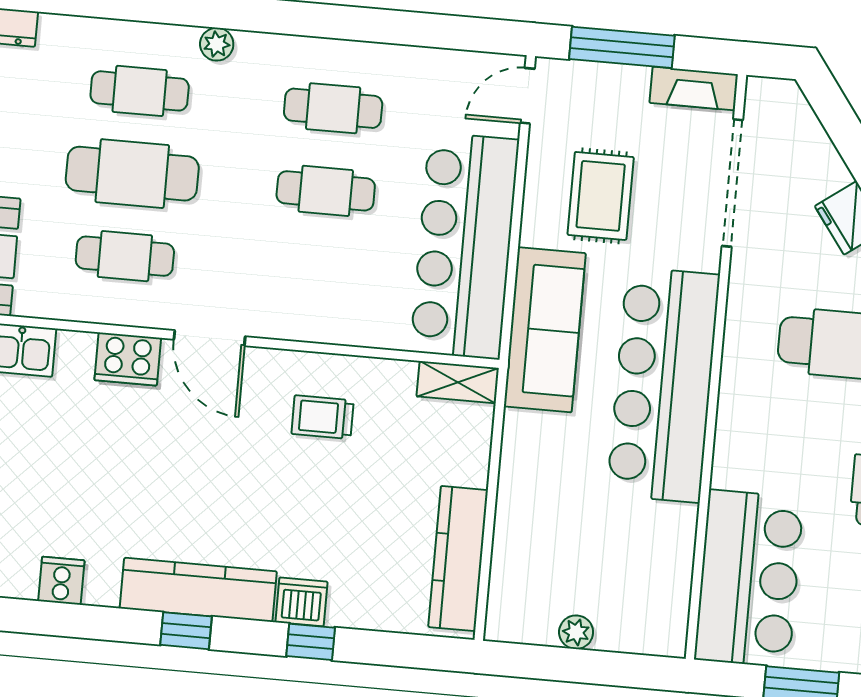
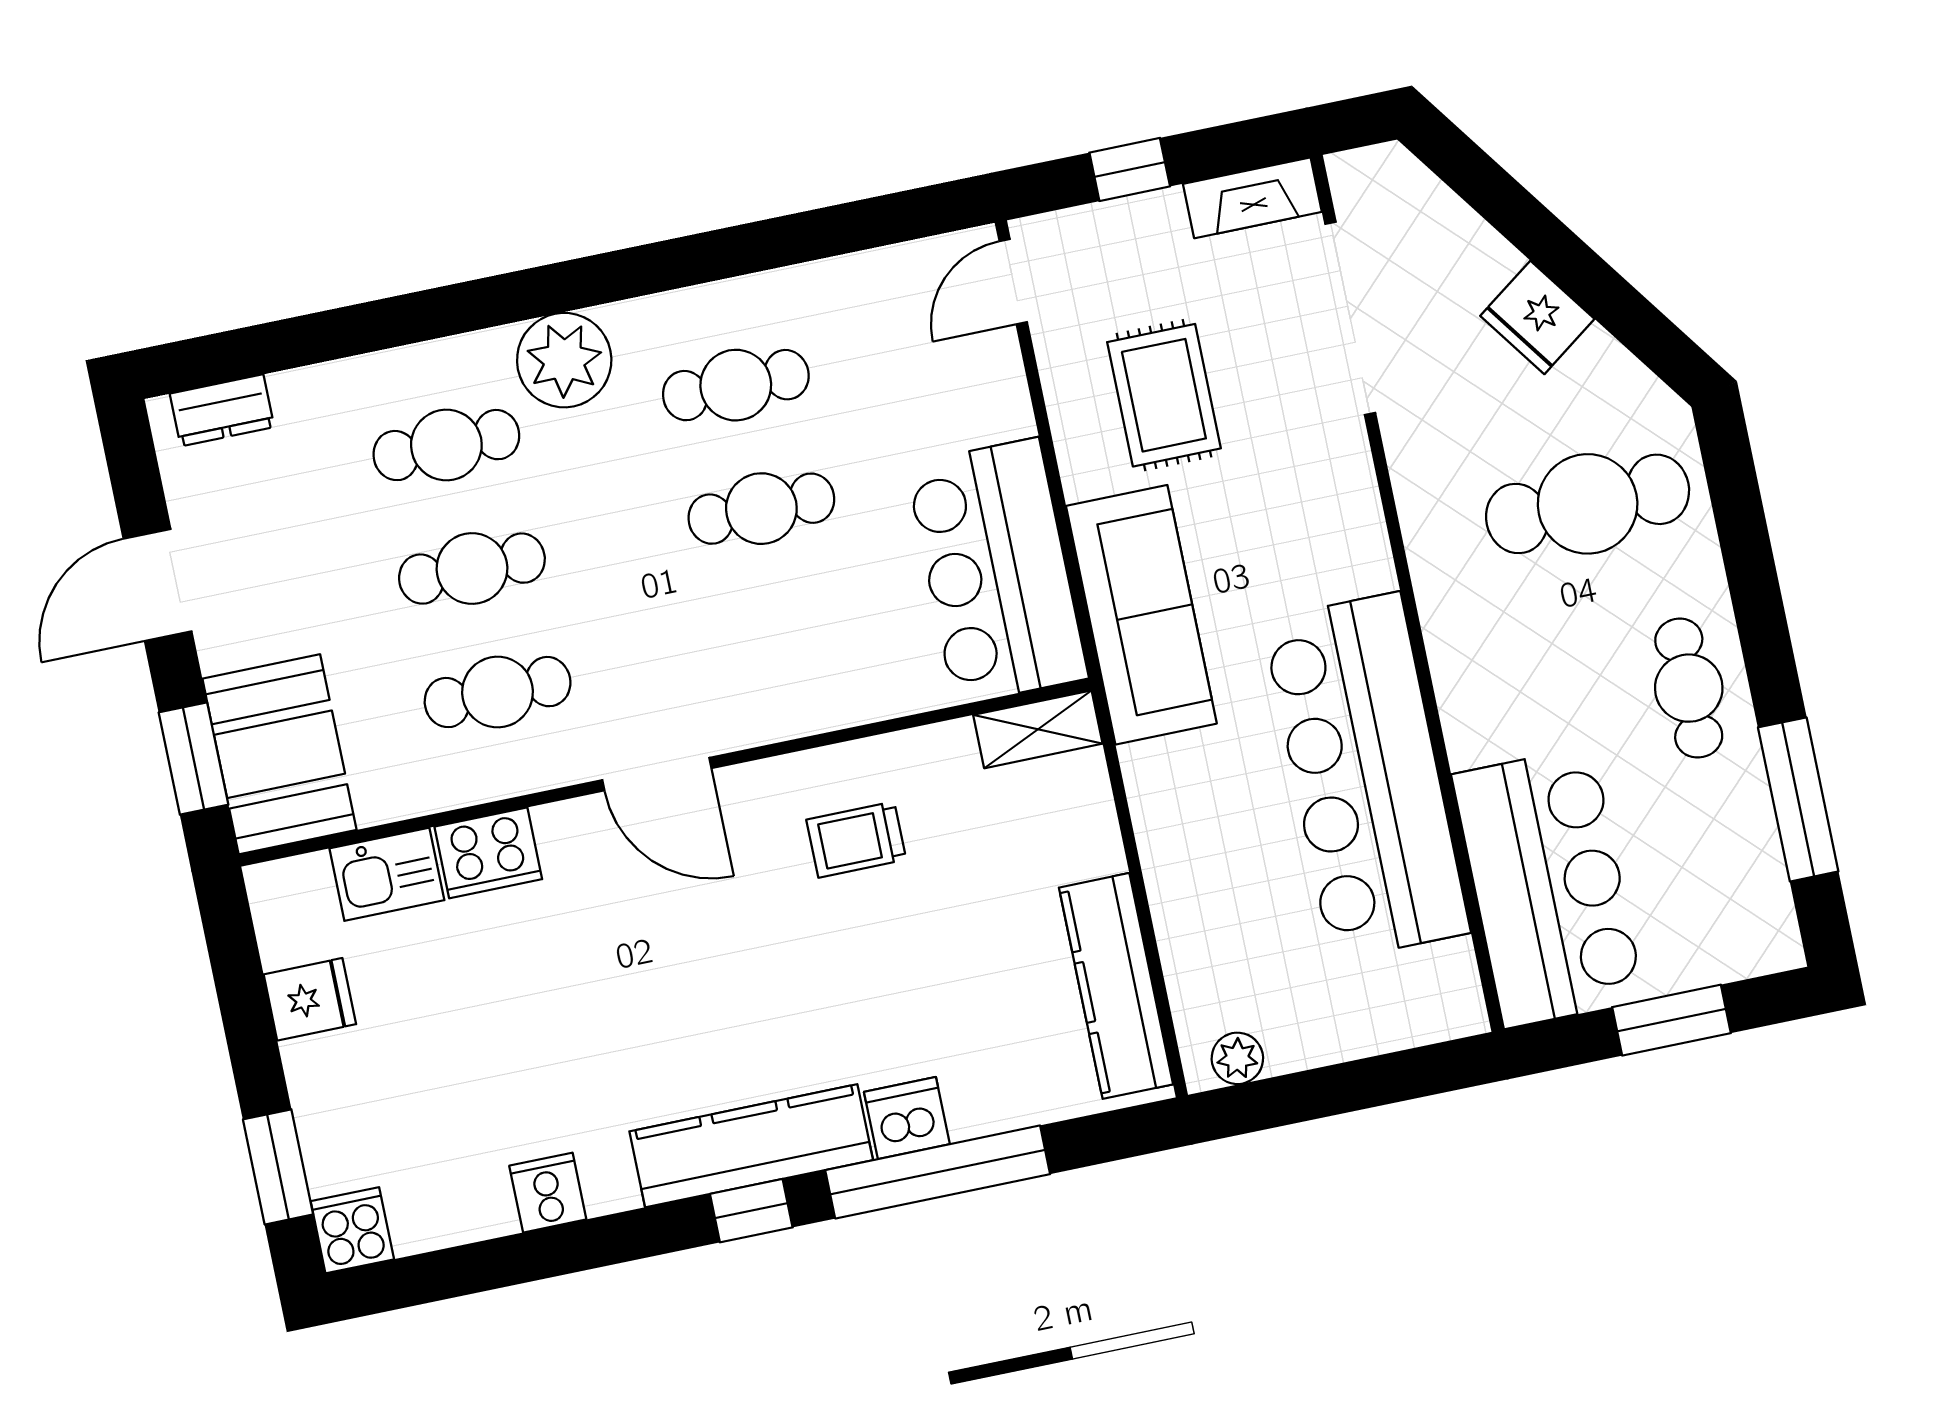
plant: (217, 44) -> (564, 360), width x1.87, depth x1.87
window: (622, 47) -> (1130, 169), width x0.46
cafe table: (132, 174) -> (472, 569), width x0.73, depth x0.74
bar counter: (465, 246) -> (997, 571), width x0.73
cooker: (128, 359) -> (488, 853), moved
bar counter: (663, 385) -> (1366, 776), moved
plant: (576, 632) -> (1237, 1058), moved
window: (311, 642) -> (938, 1172), width x3.17

